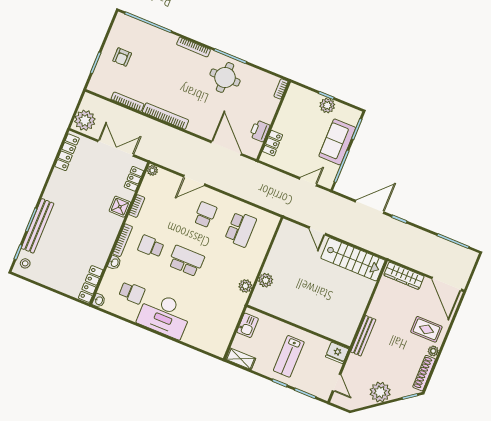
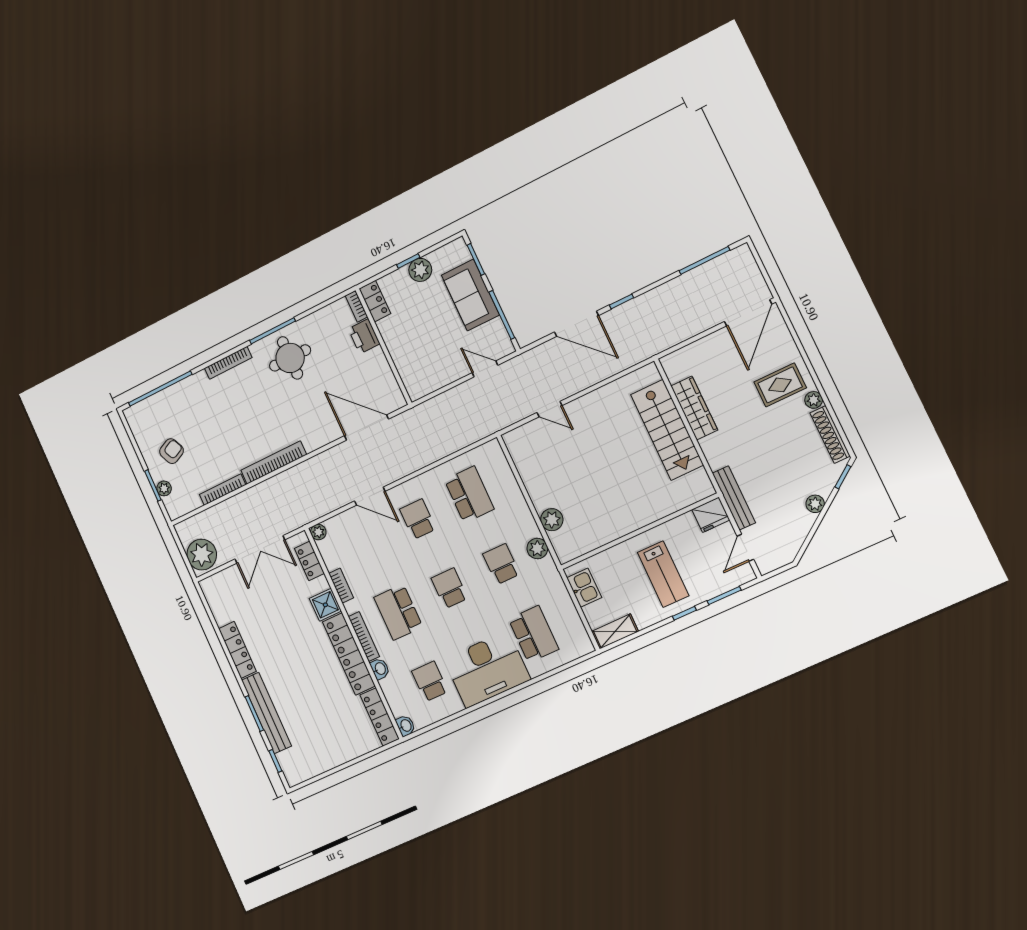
armchair: (122, 57) -> (172, 451), turned -115
plant: (100, 70) -> (164, 488), added
printer: (260, 131) -> (364, 336), moved
locker: (273, 143) -> (375, 301), moved
double door: (116, 148) -> (260, 549), swing flipped
locker: (67, 152) -> (237, 650), moved
door: (194, 180) -> (370, 496), hinge flipped
door: (308, 182) -> (485, 369), hinge flipped
door: (370, 207) -> (576, 324), swing flipped
locker: (107, 241) -> (349, 654), added
school desk: (151, 246) -> (398, 612), width x1.85
stairs: (353, 259) -> (667, 430), moved, turned 90
school desk: (186, 261) -> (449, 588), width x0.54
stool: (25, 263) -> (294, 765), removed
school desk: (222, 275) -> (501, 564), added
wardrobe: (404, 276) -> (694, 408), moved, turned -90
door: (447, 284) -> (748, 313), hinge flipped
school desk: (132, 293) -> (430, 681), turned -90
school desk: (203, 322) -> (534, 634), added
bench: (363, 336) -> (734, 498), moved
door: (336, 383) -> (745, 548), swing flipped
plant: (380, 392) -> (815, 504), width x0.53, depth x0.53

